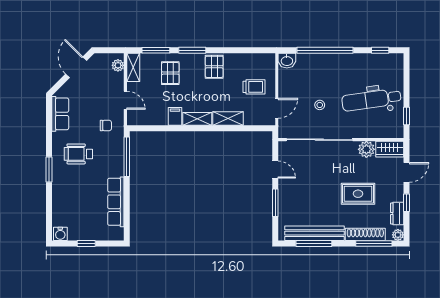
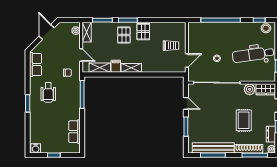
washbasin: (287, 61) -> (194, 27), removed
stool: (390, 62) -> (266, 28), added
pallet: (170, 73) -> (124, 35), moved
shelving: (228, 118) -> (100, 68), moved
wheelchair: (78, 154) -> (48, 92), turned -90
rug: (358, 194) -> (244, 120), turned 90
row of seats: (116, 202) -> (74, 132), width x0.68

